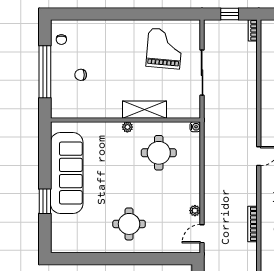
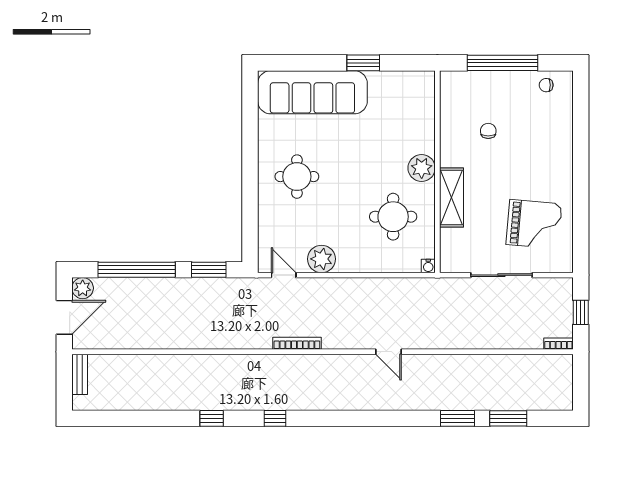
chair: (81, 75) -> (488, 131), moved
plant: (127, 127) -> (422, 168), width x1.88, depth x1.88
sofa: (67, 173) -> (312, 92), moved
window: (45, 201) -> (363, 63), moved
plant: (195, 211) -> (321, 259), width x1.88, depth x1.88

